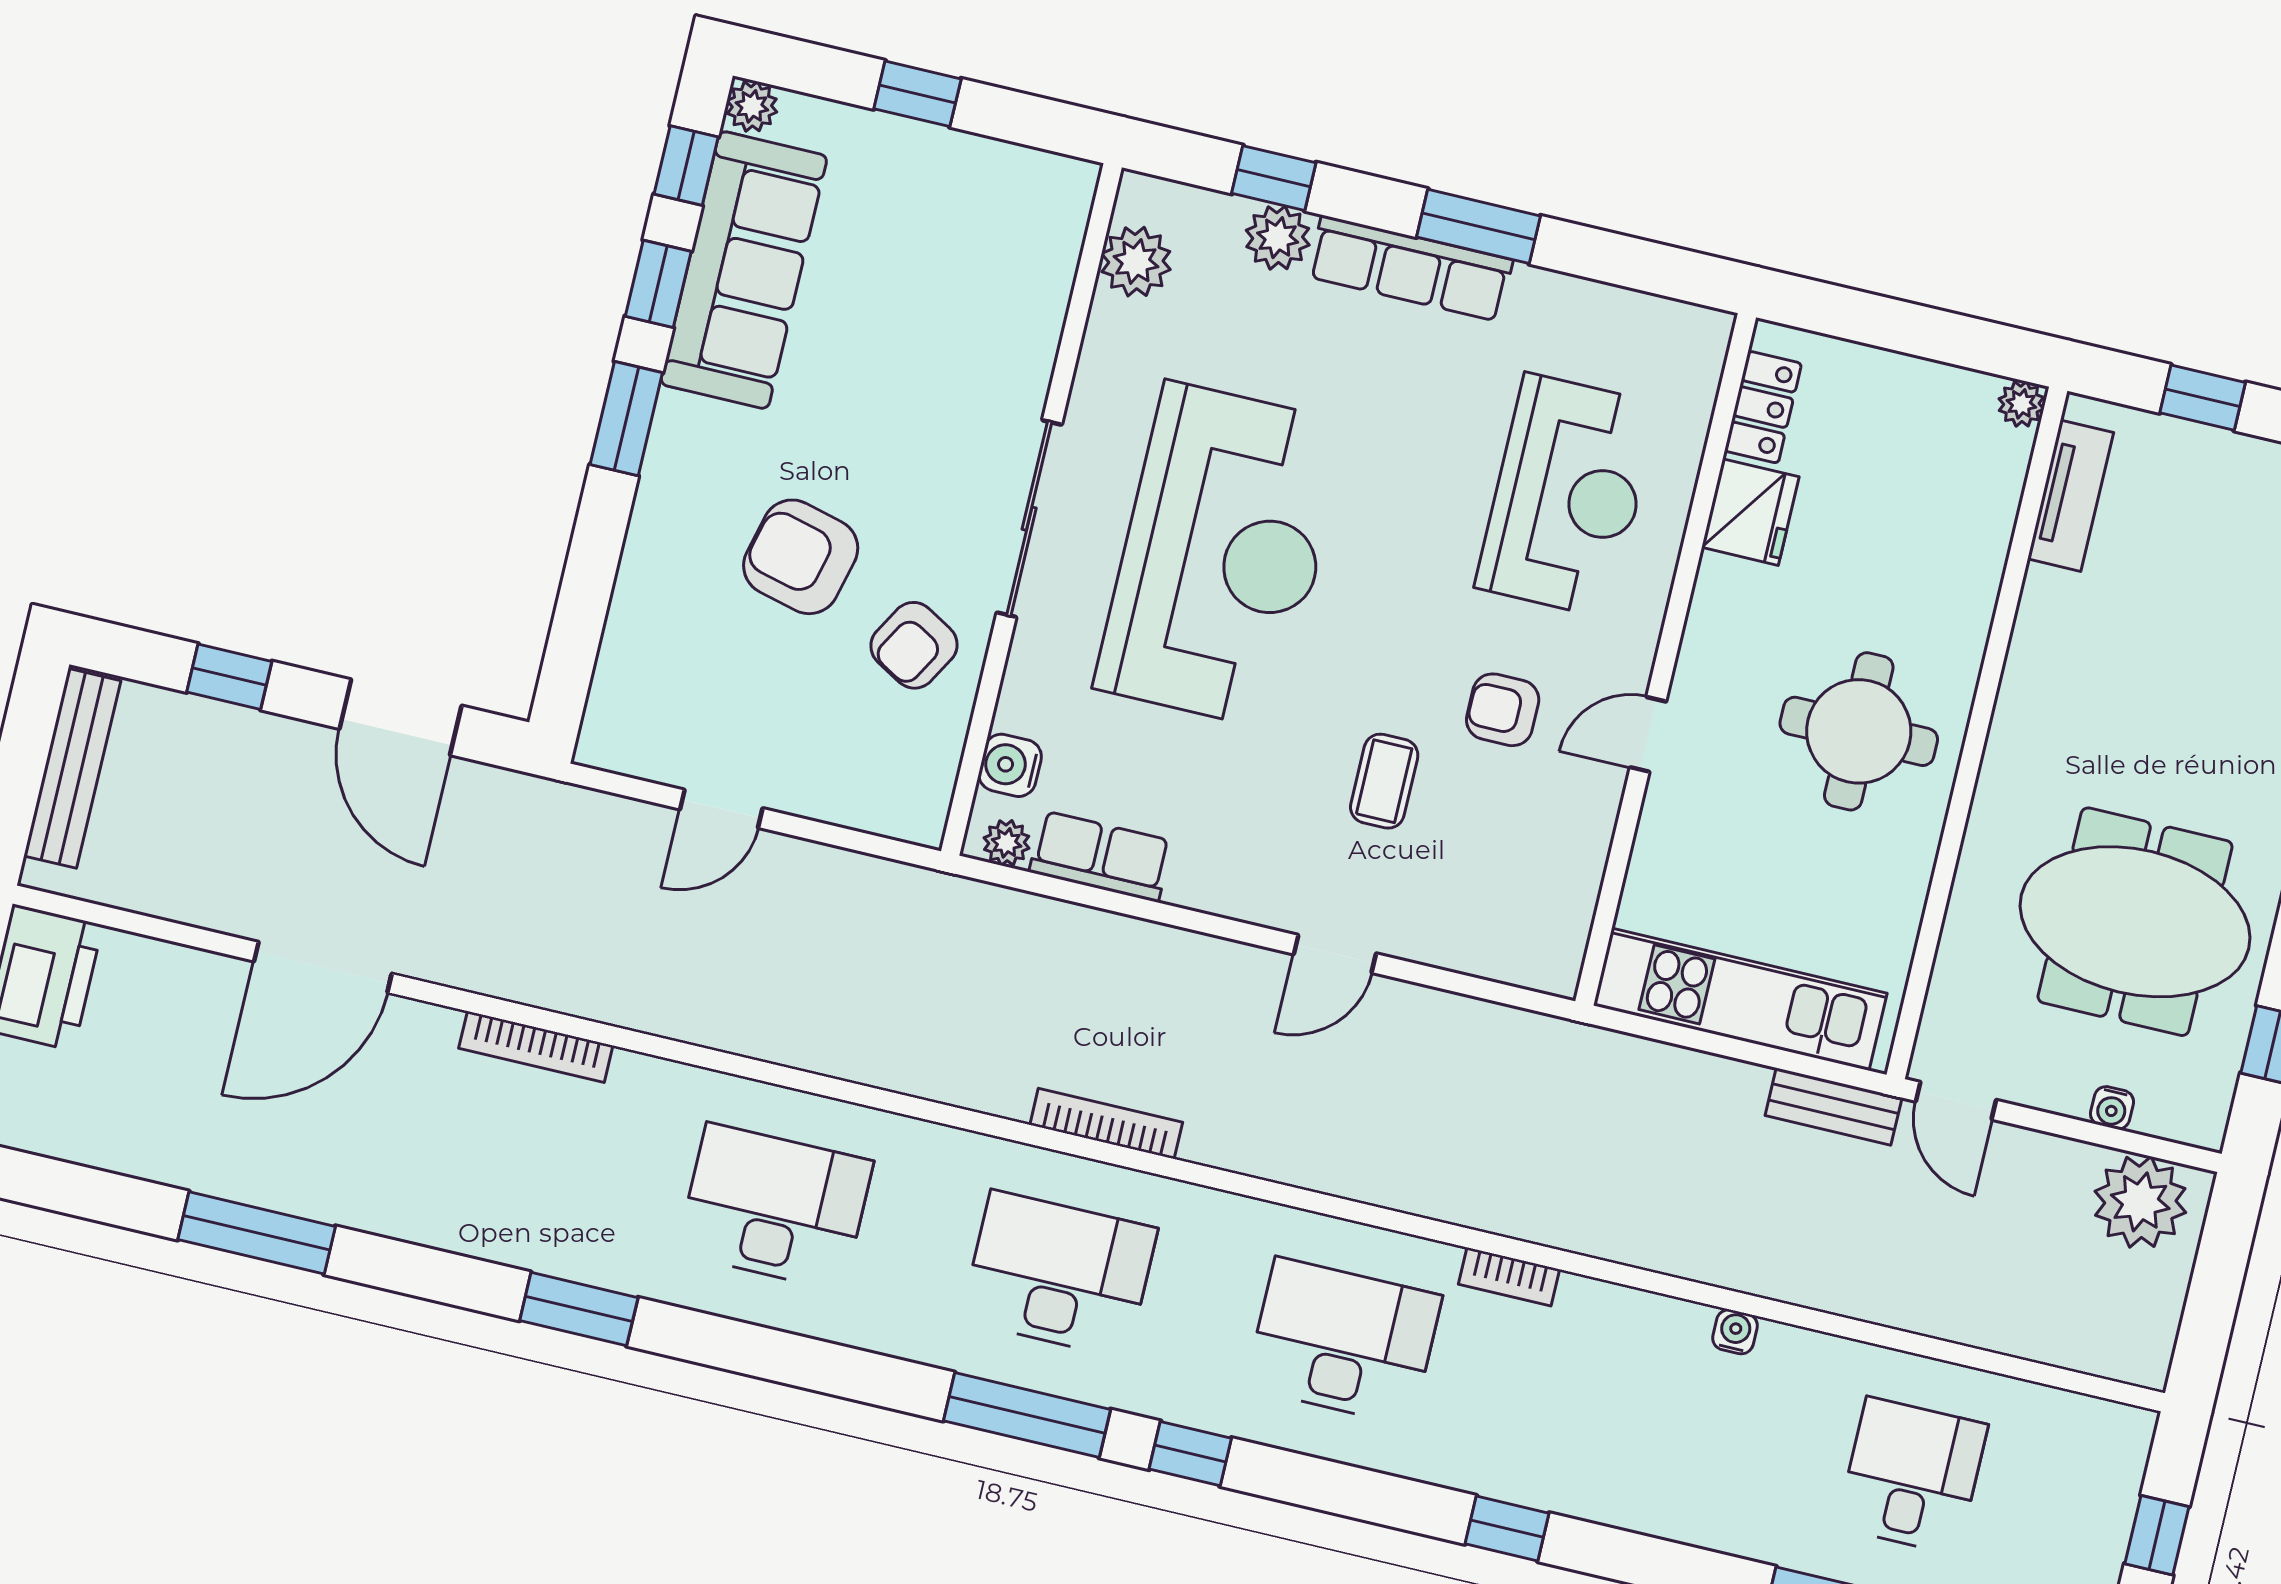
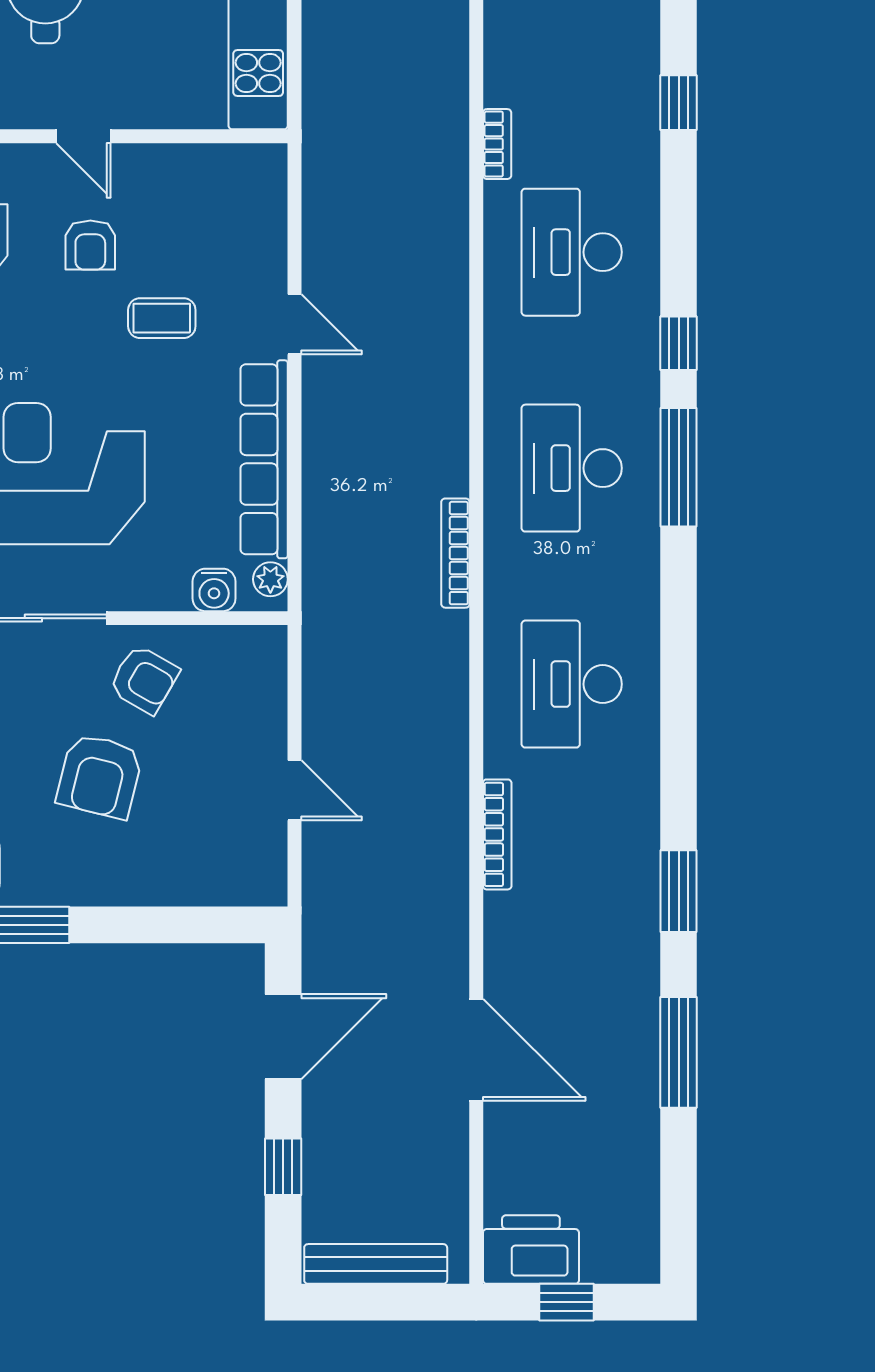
row of seats: (1101, 856) -> (264, 459), width x2.02
bookcase: (536, 1047) -> (497, 834), moved
bookcase: (1106, 1124) -> (455, 553), moved
window: (579, 1309) -> (679, 891), moved

